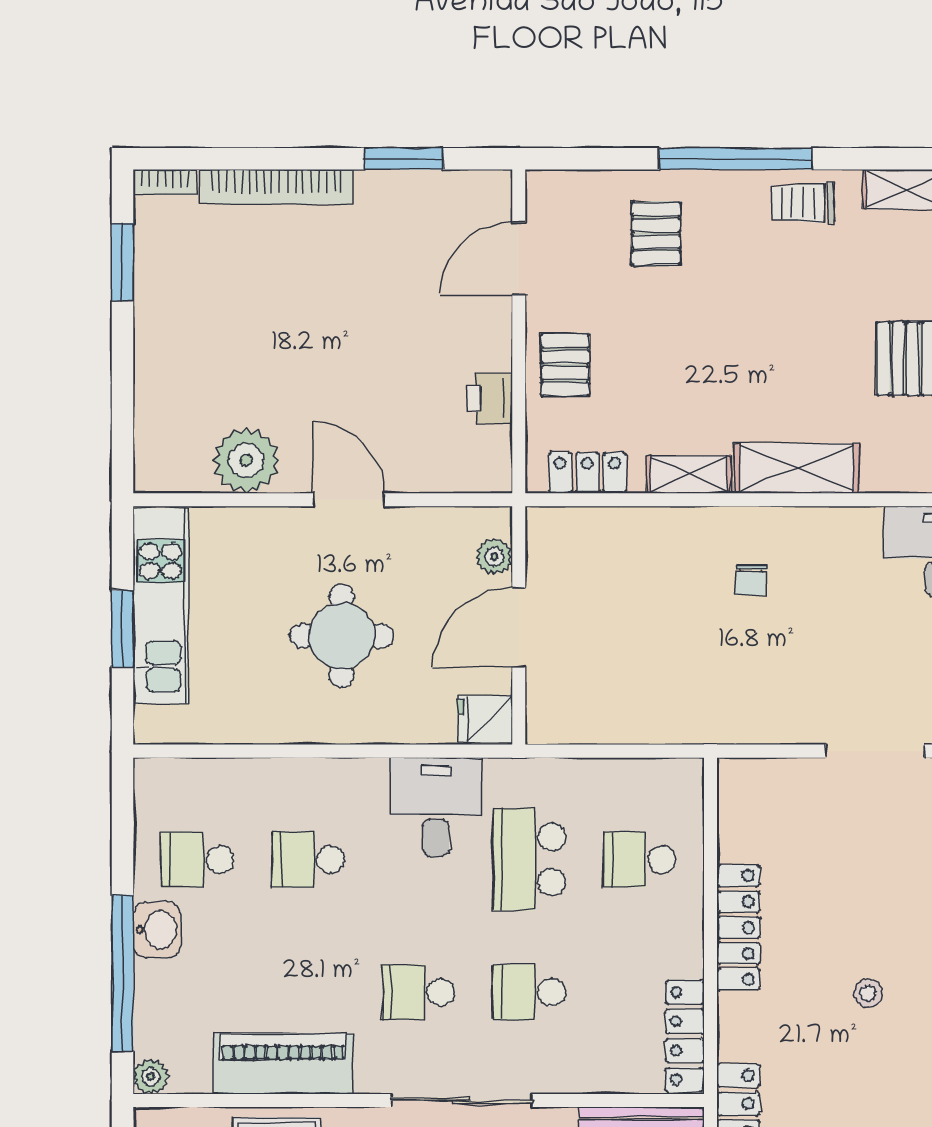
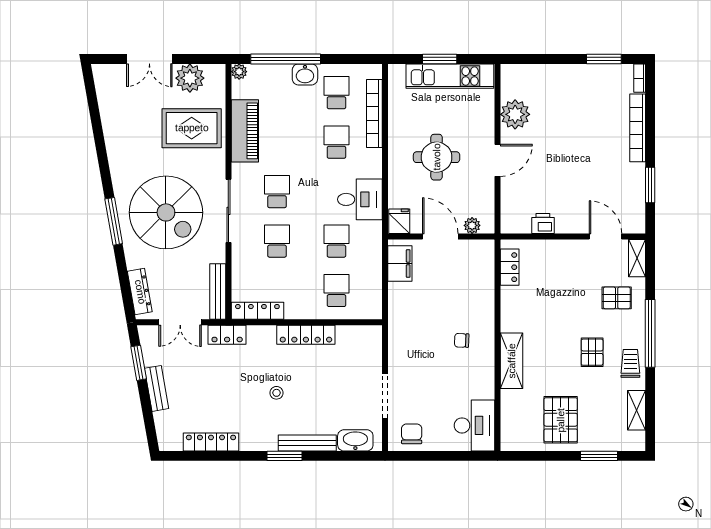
pallet: (565, 365) -> (592, 352), moved, turned 90
shelving: (689, 474) -> (637, 258), moved
filing cabinet: (579, 718) -> (400, 263), added
bookcase: (244, 775) -> (374, 113), added
school desk: (529, 859) -> (336, 241), width x0.54

